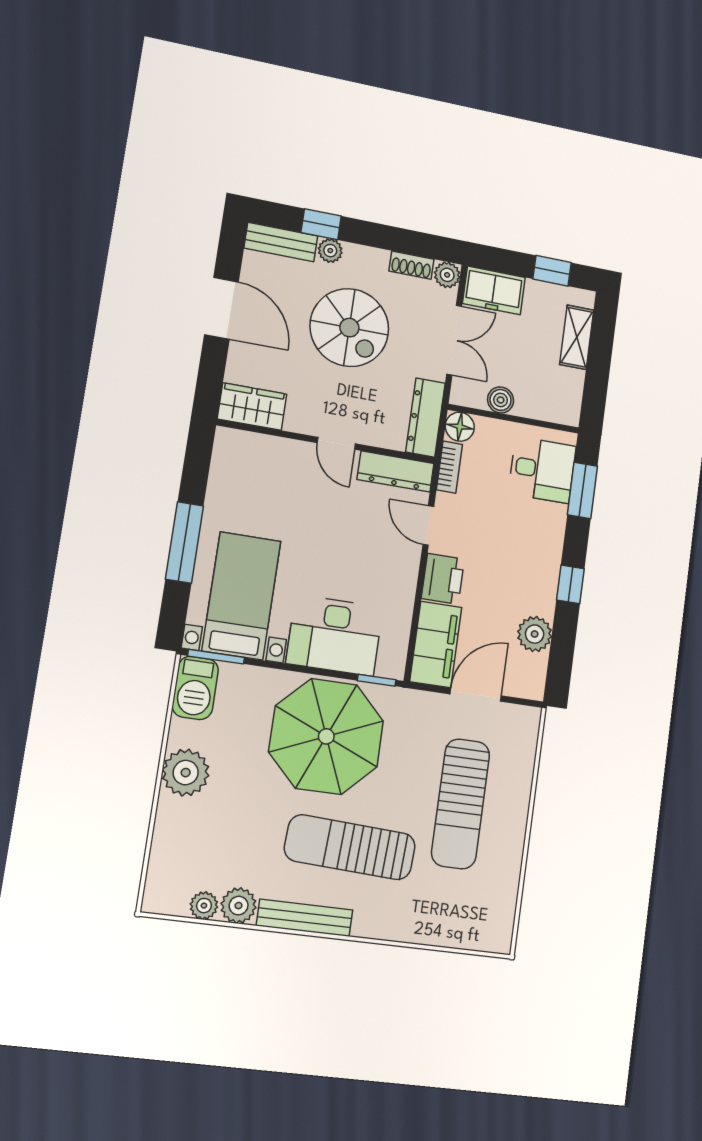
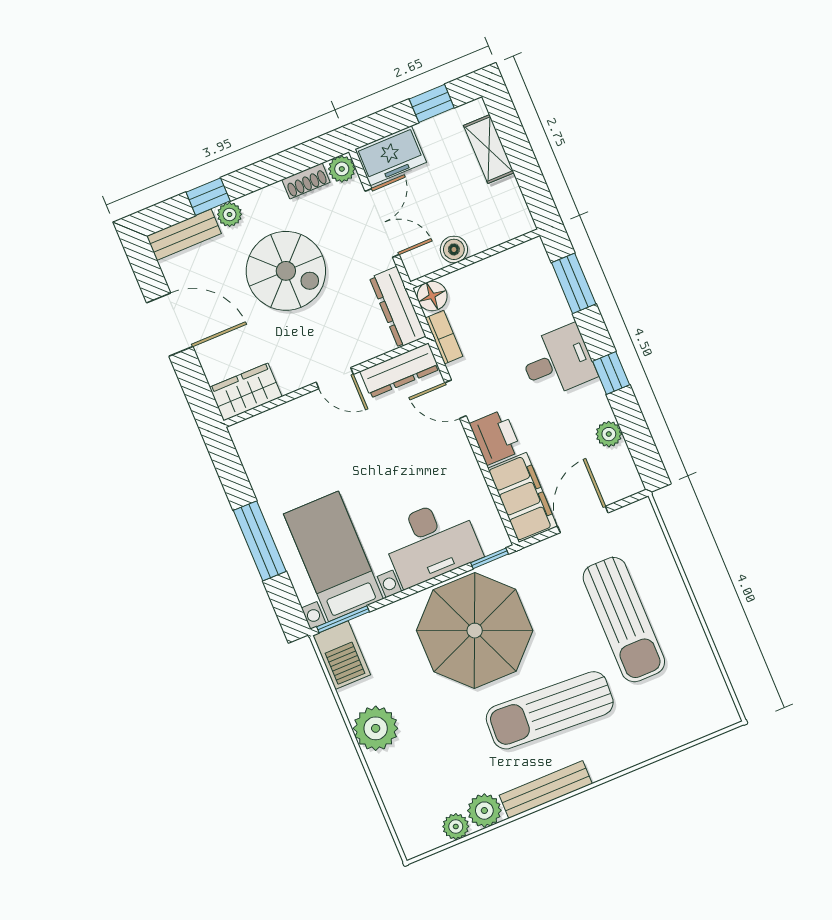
desk: (542, 470) -> (558, 361), moved
plant: (535, 634) -> (609, 434), width x0.73, depth x0.73

